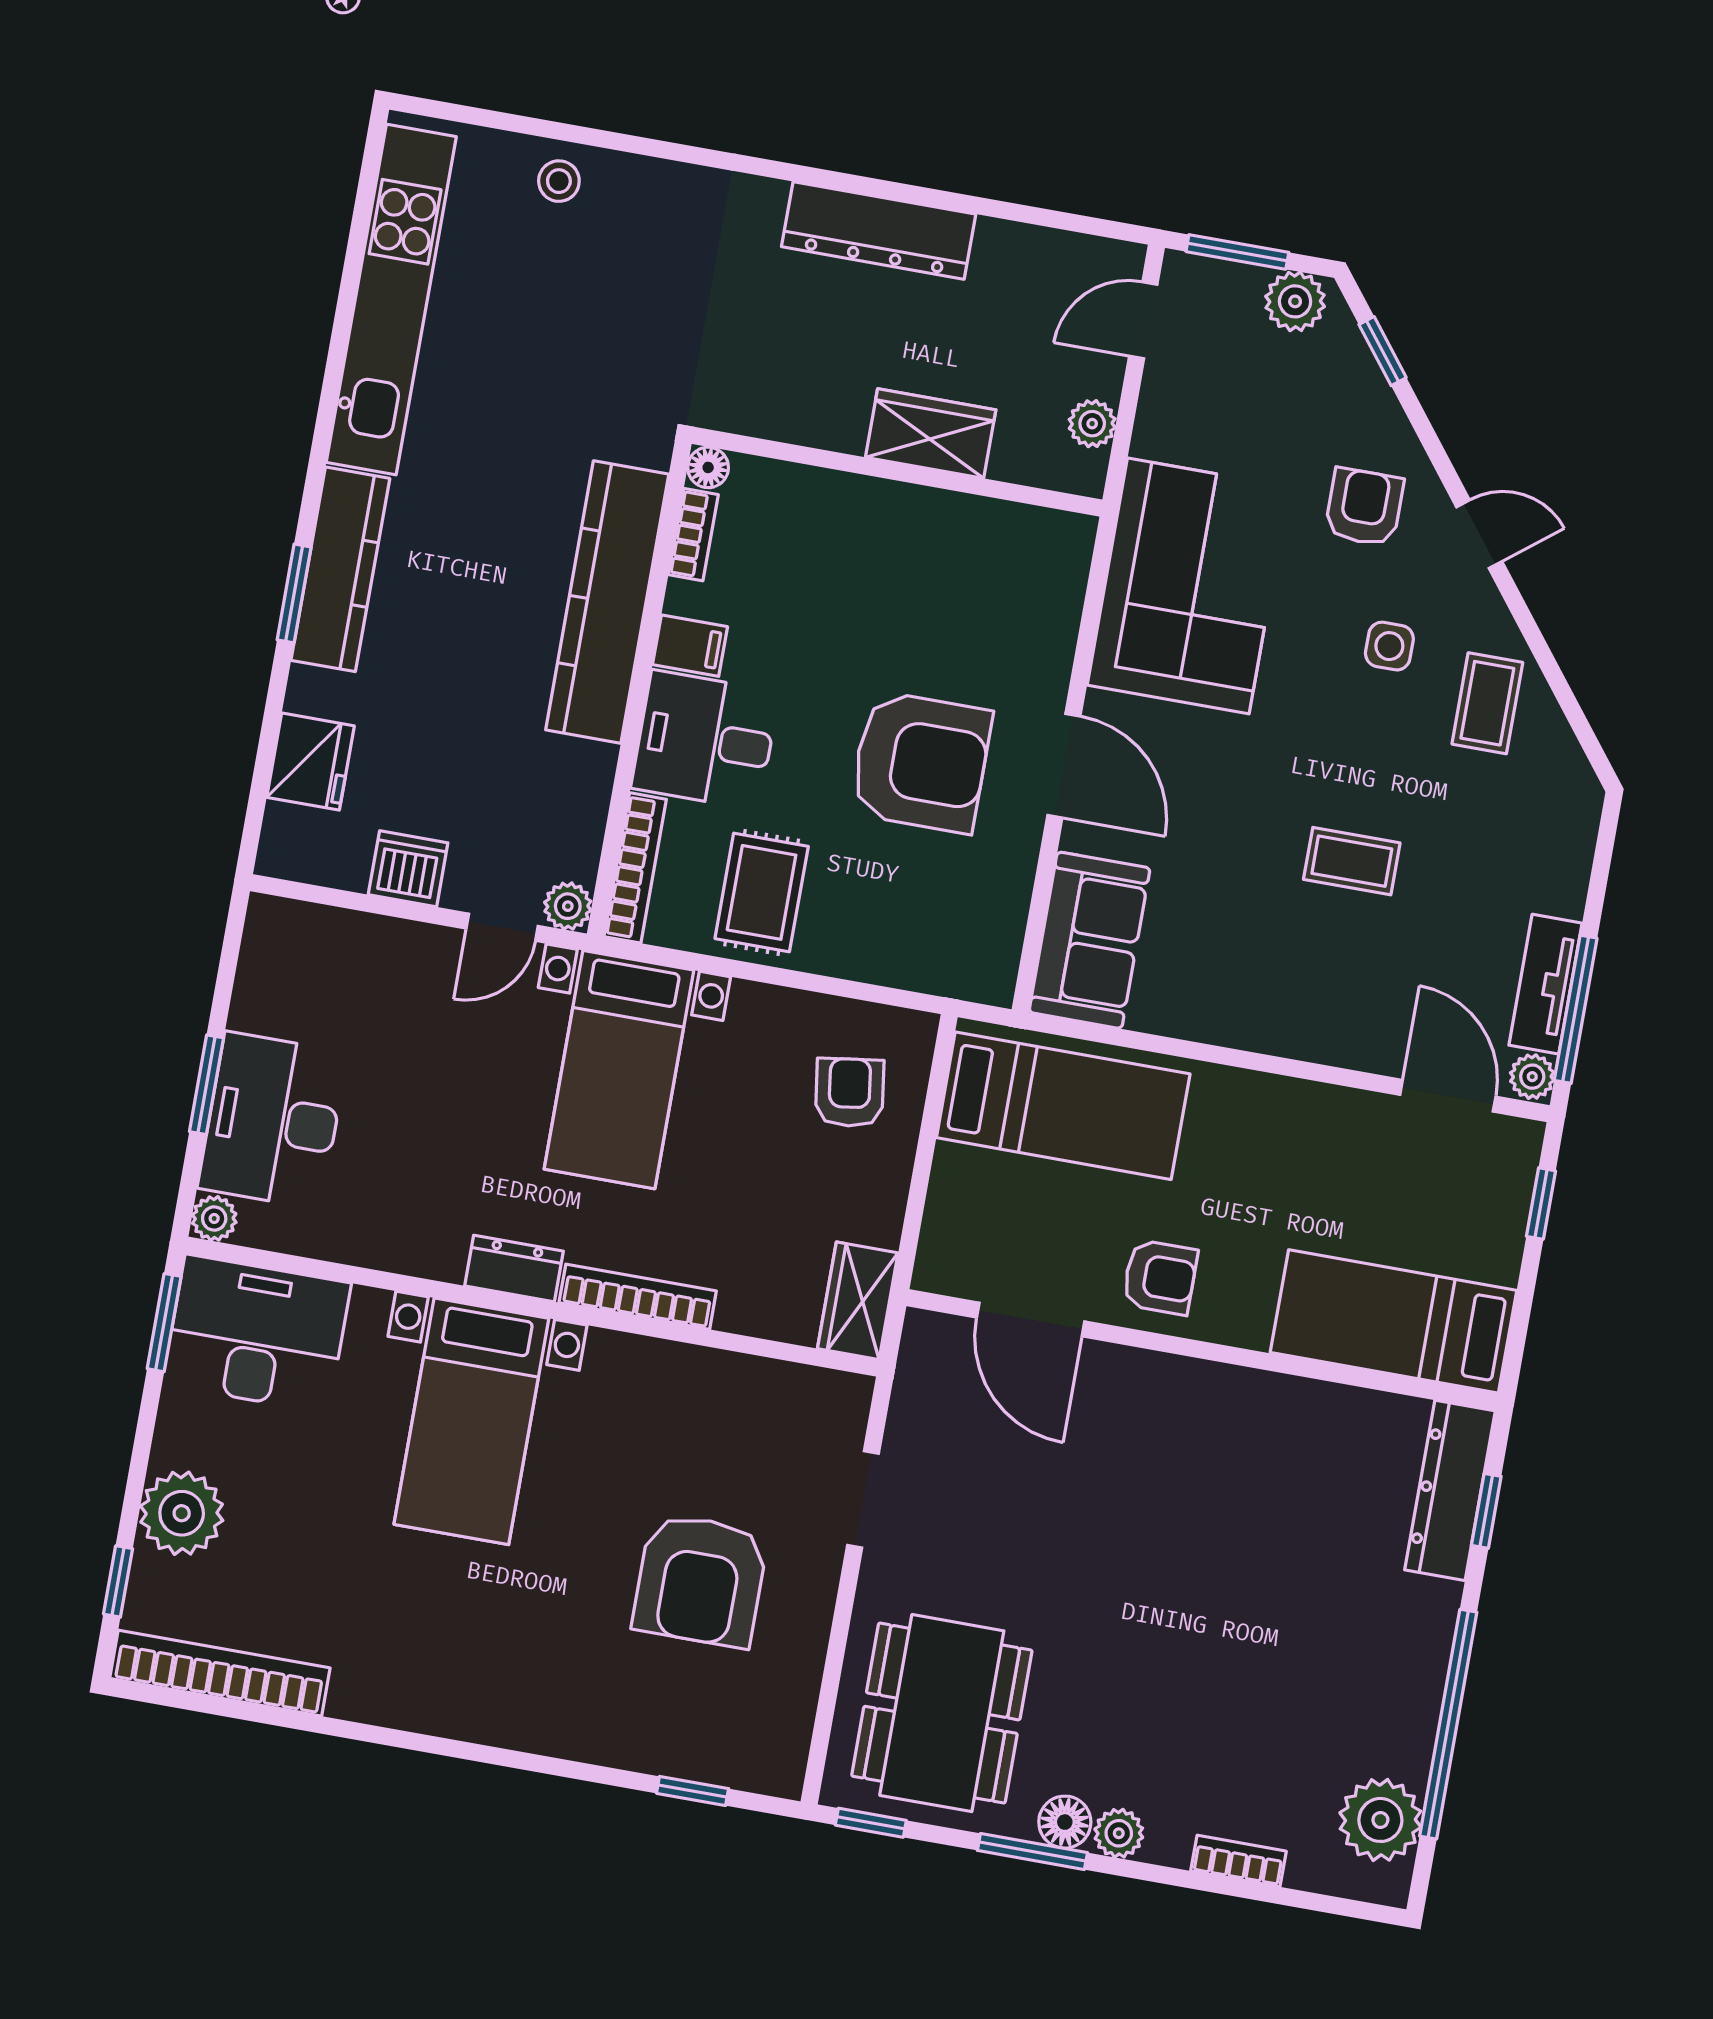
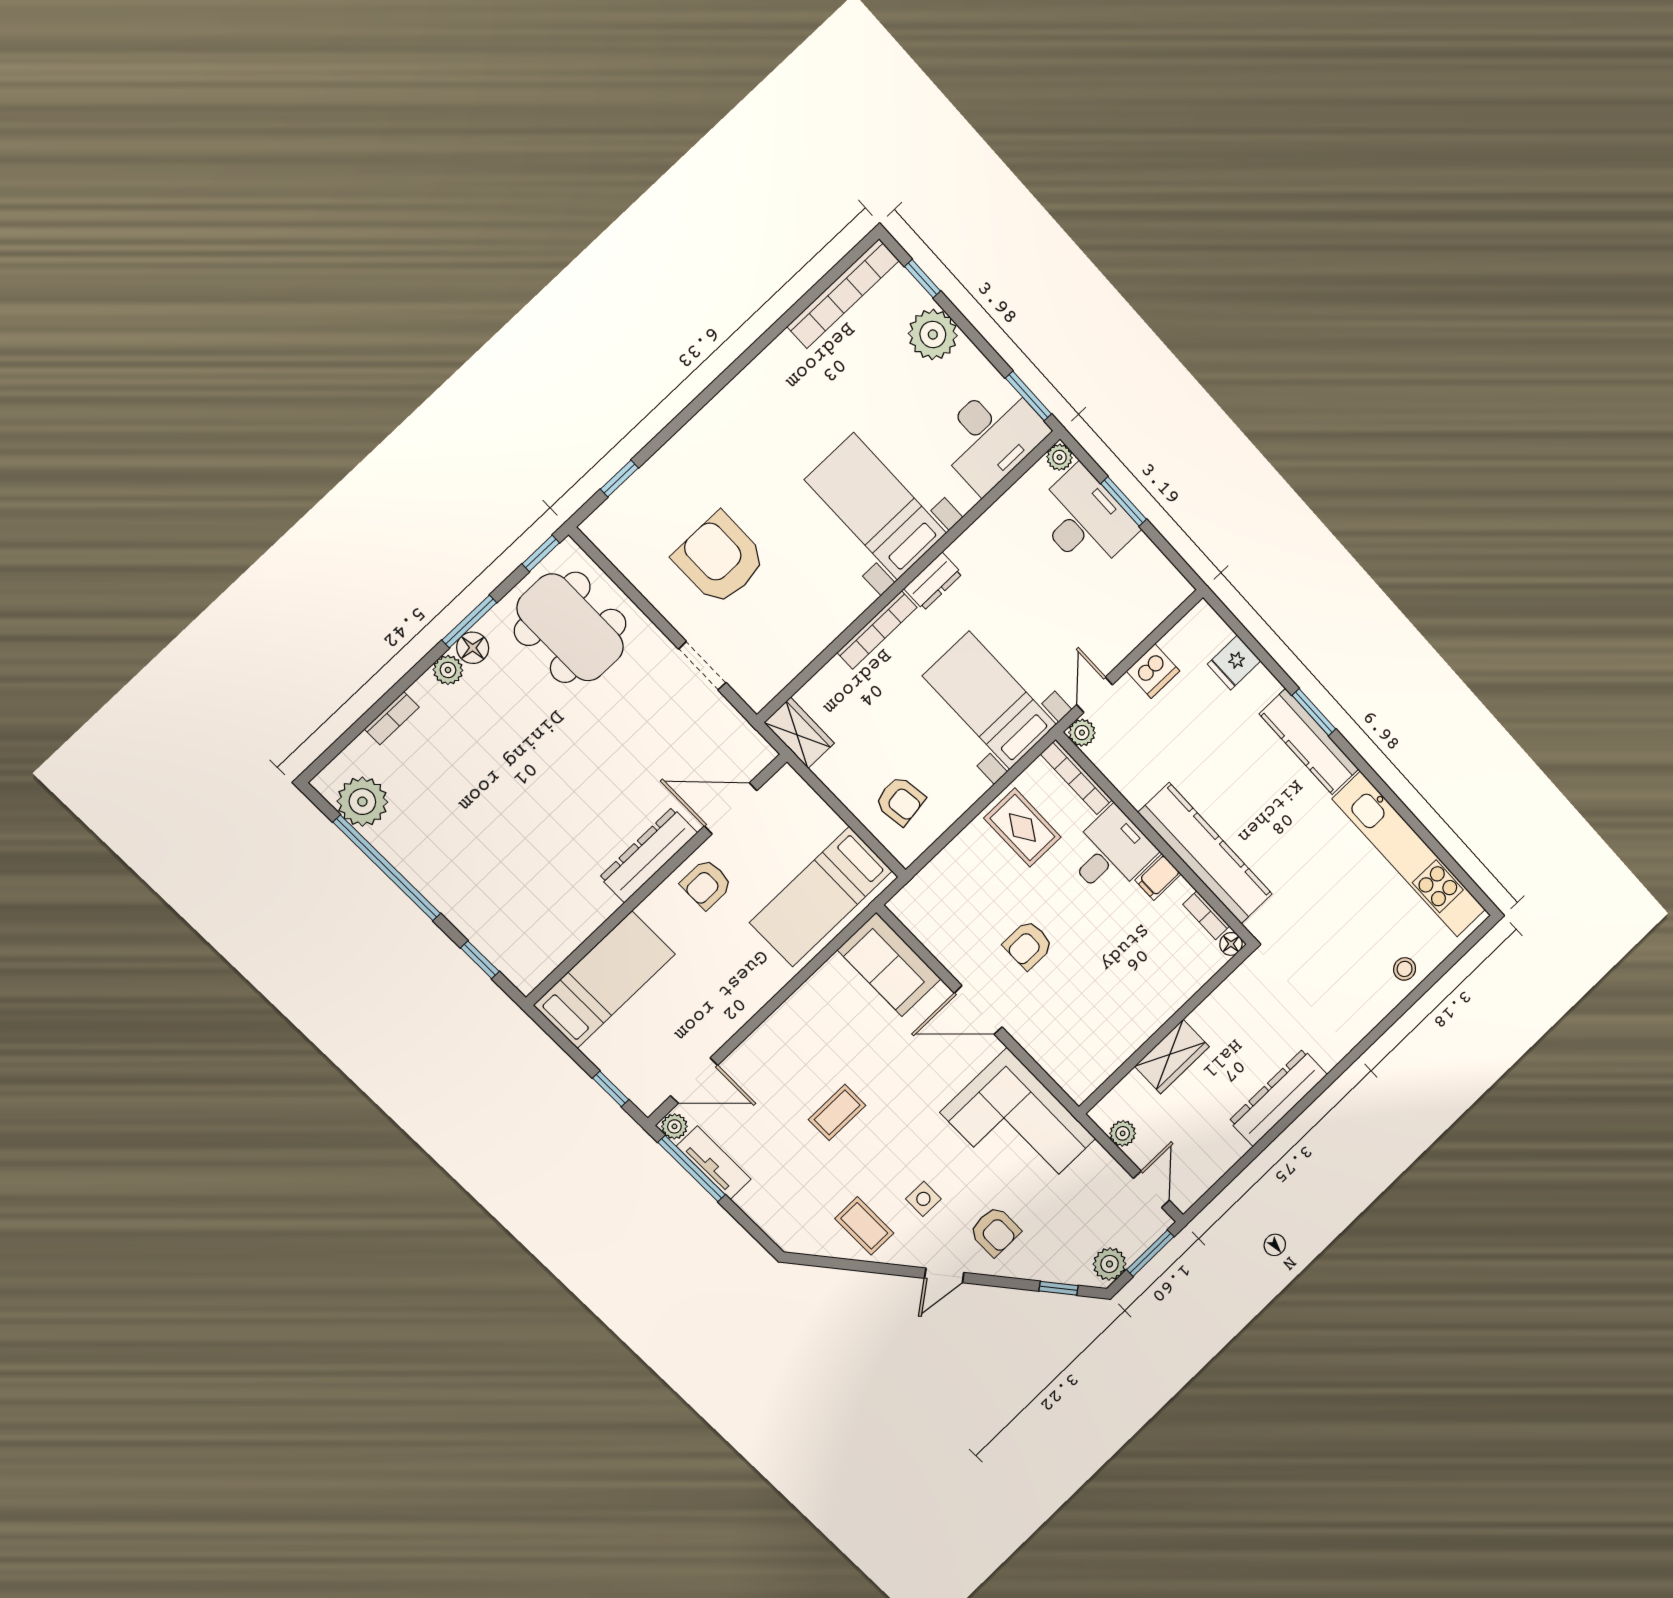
fridge: (310, 762) -> (1234, 663), width x0.72
armchair: (921, 762) -> (1028, 945), width x0.53, depth x0.53
dresser: (1450, 1490) -> (648, 855), moved, turned -90

